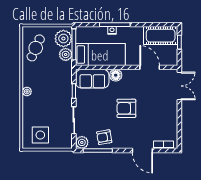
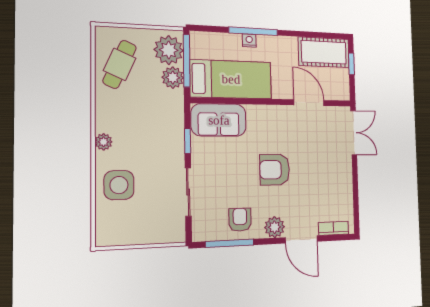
floor lamp: (116, 75) -> (257, 114), removed
side table: (40, 135) -> (119, 185), moved
armchair: (104, 137) -> (240, 220), turned 100
plant: (82, 142) -> (275, 227), moved

